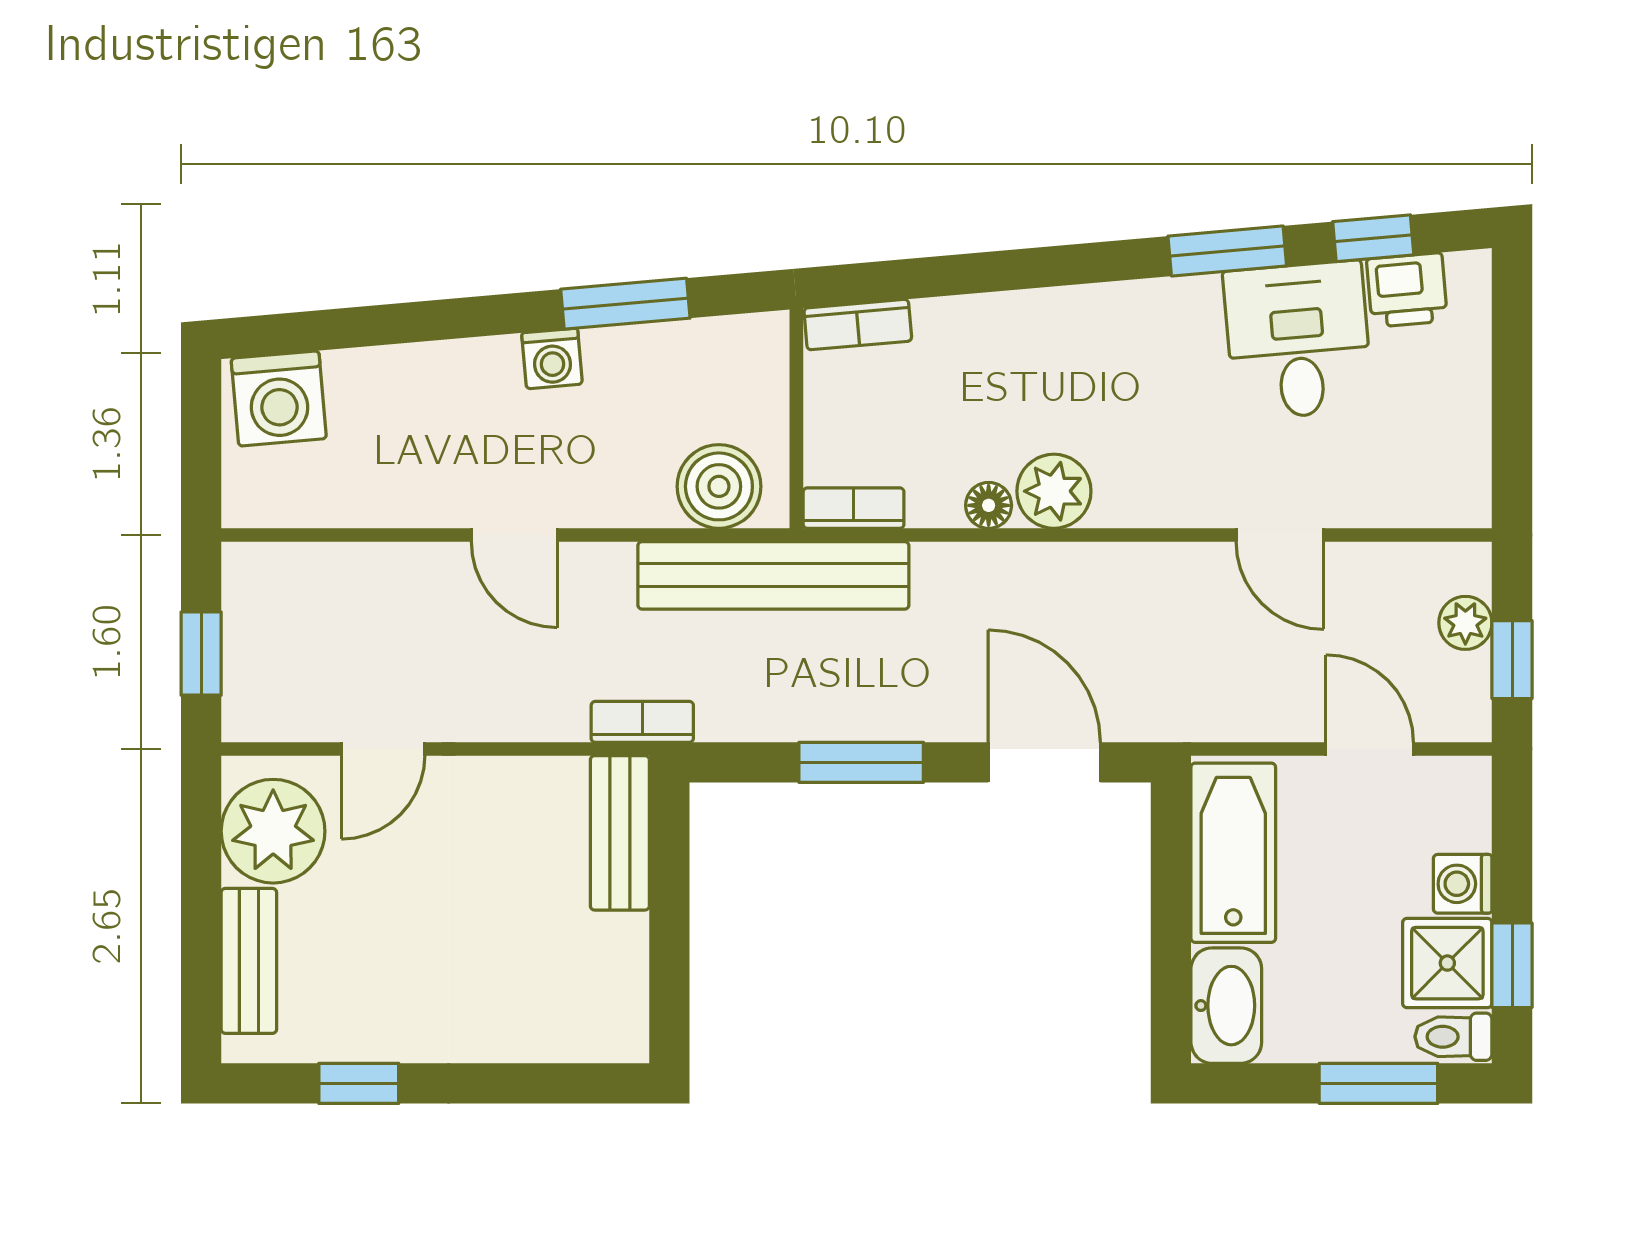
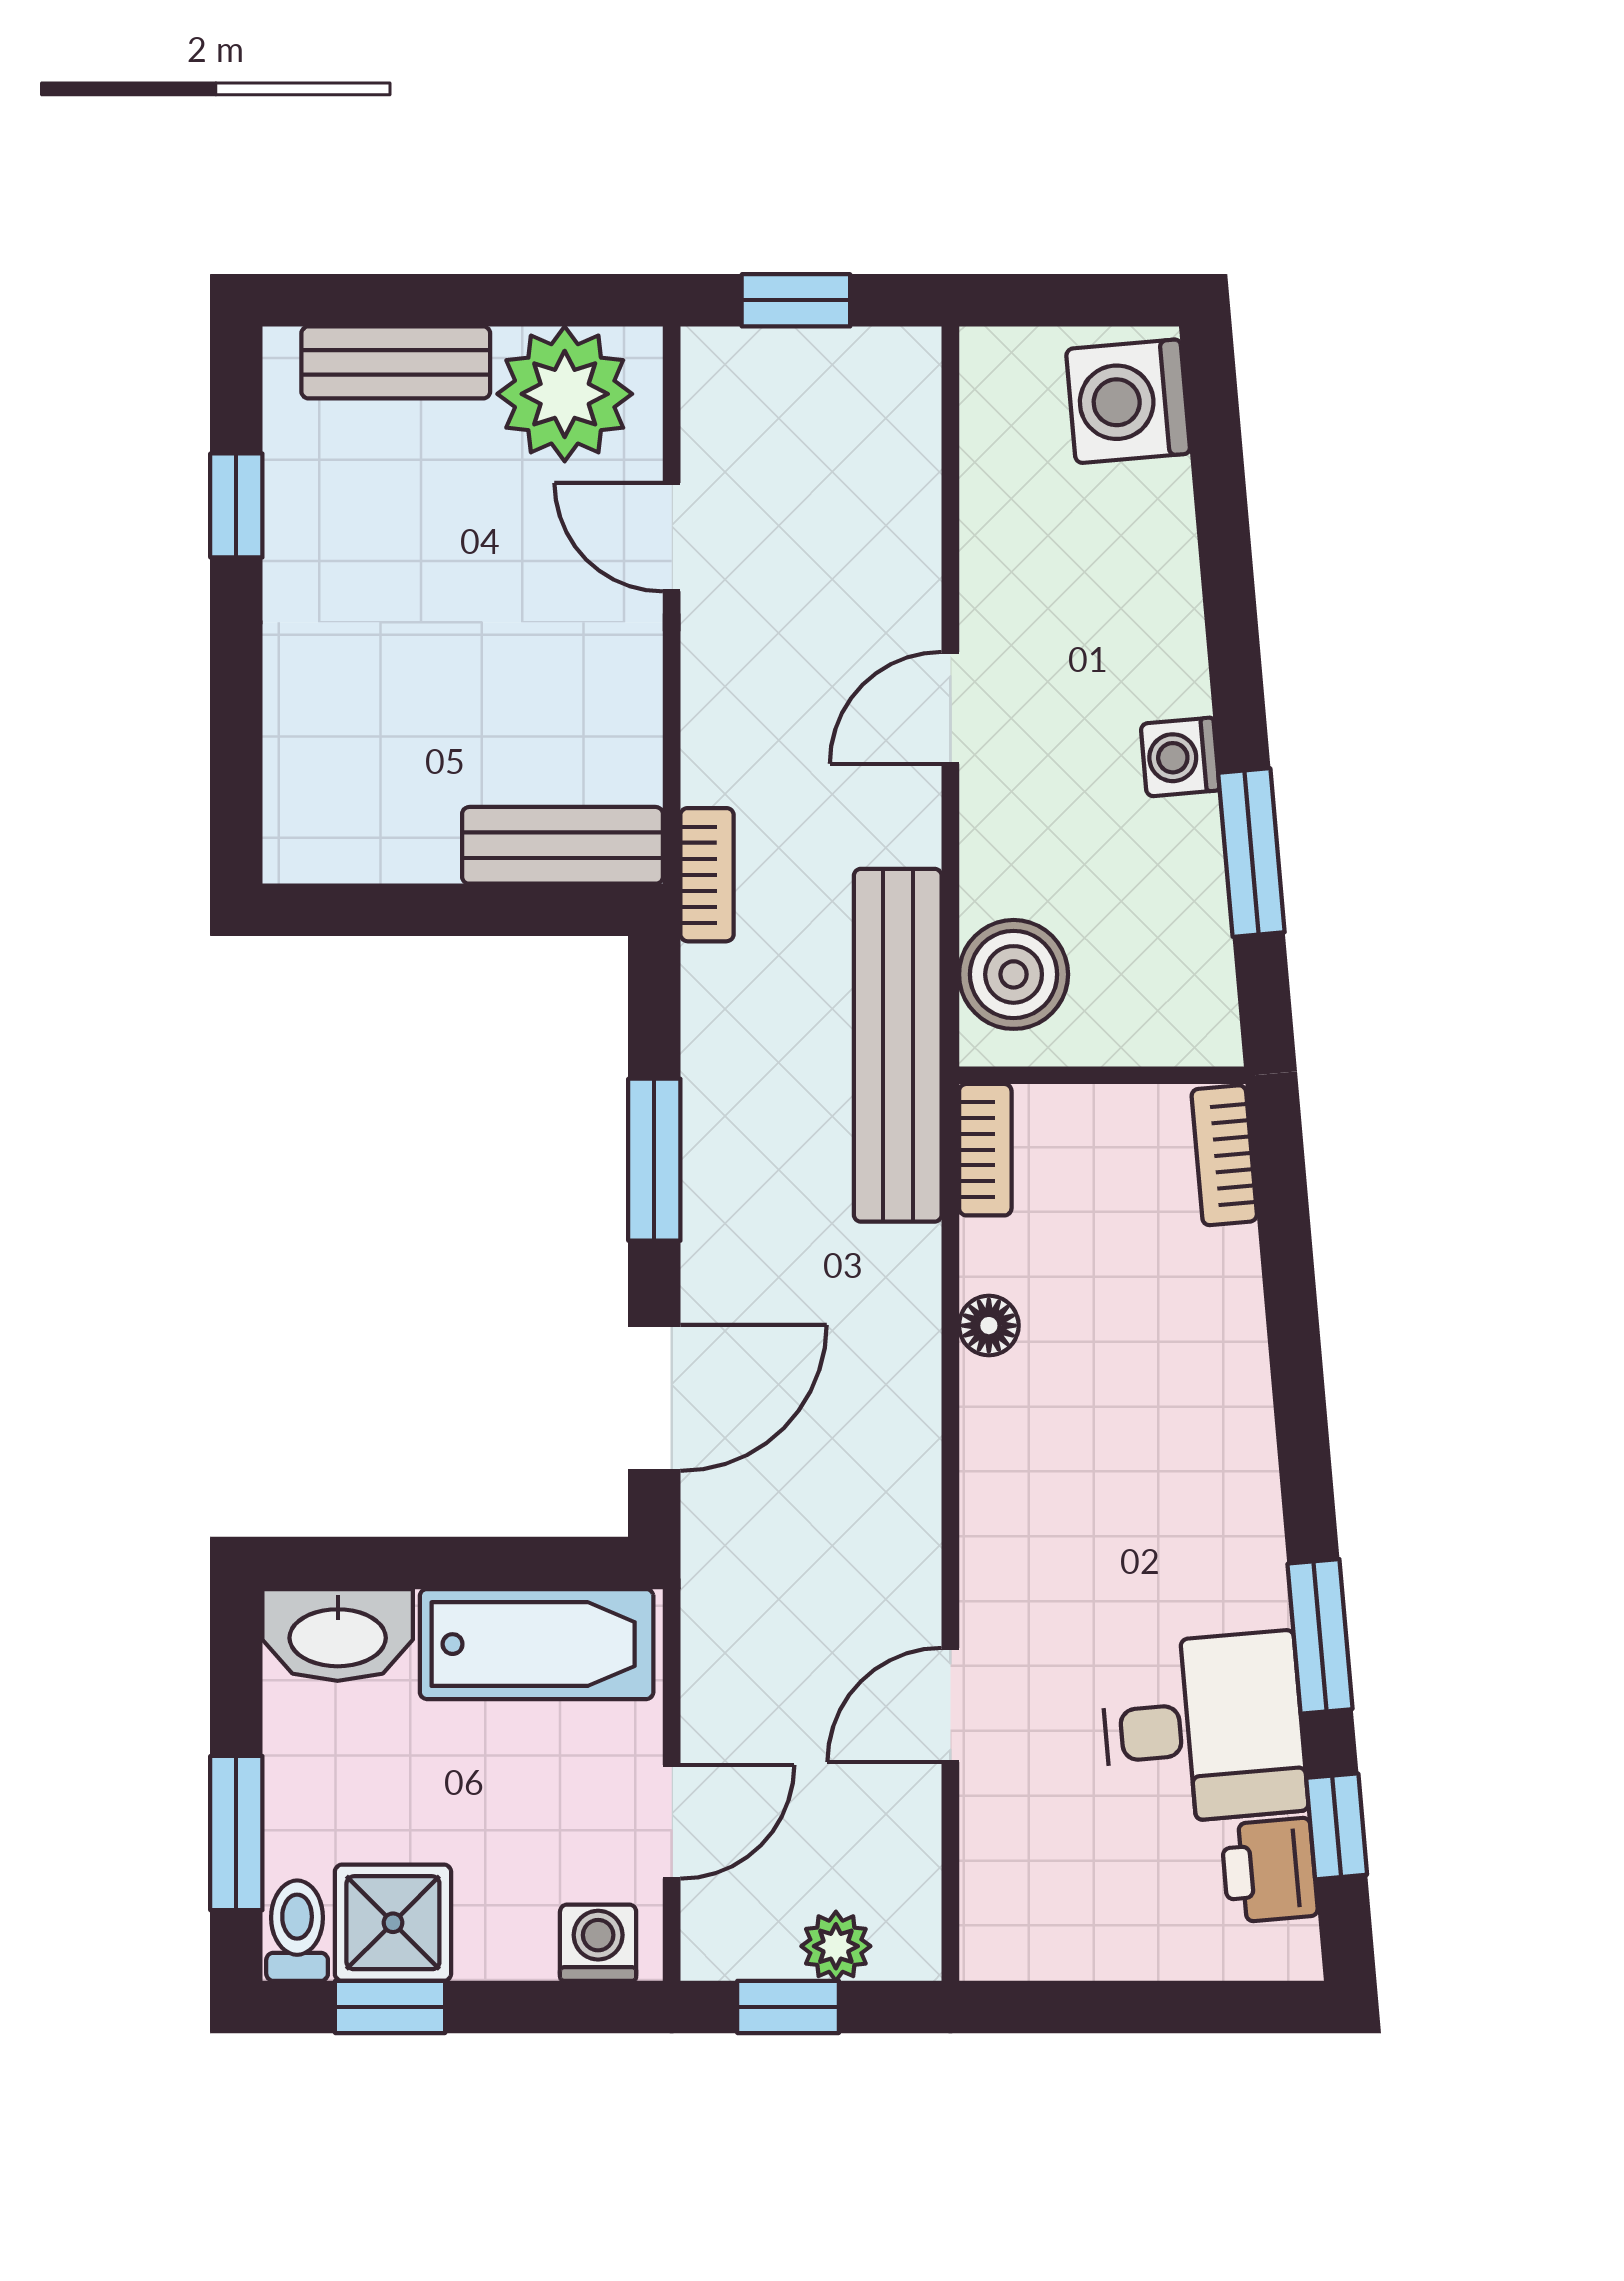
plant: (1054, 491) -> (1007, 1411), removed
washing machine: (1463, 884) -> (598, 1943), moved

